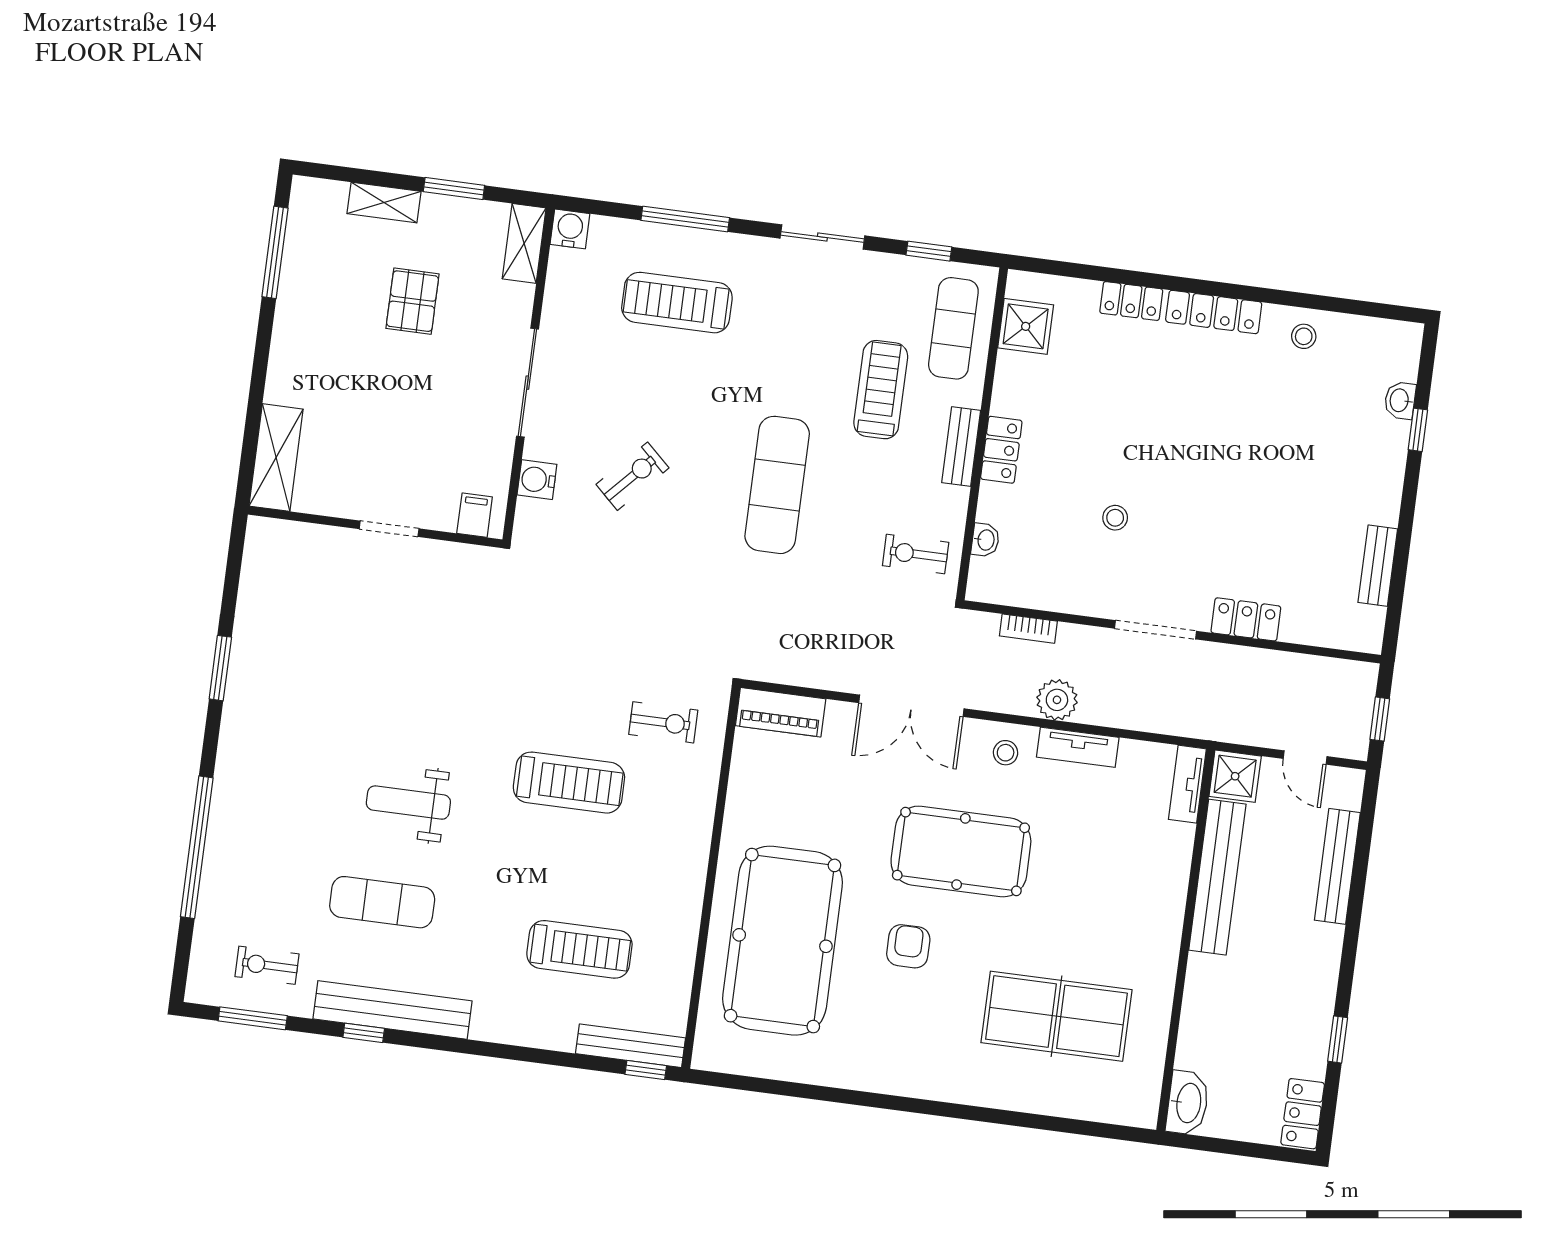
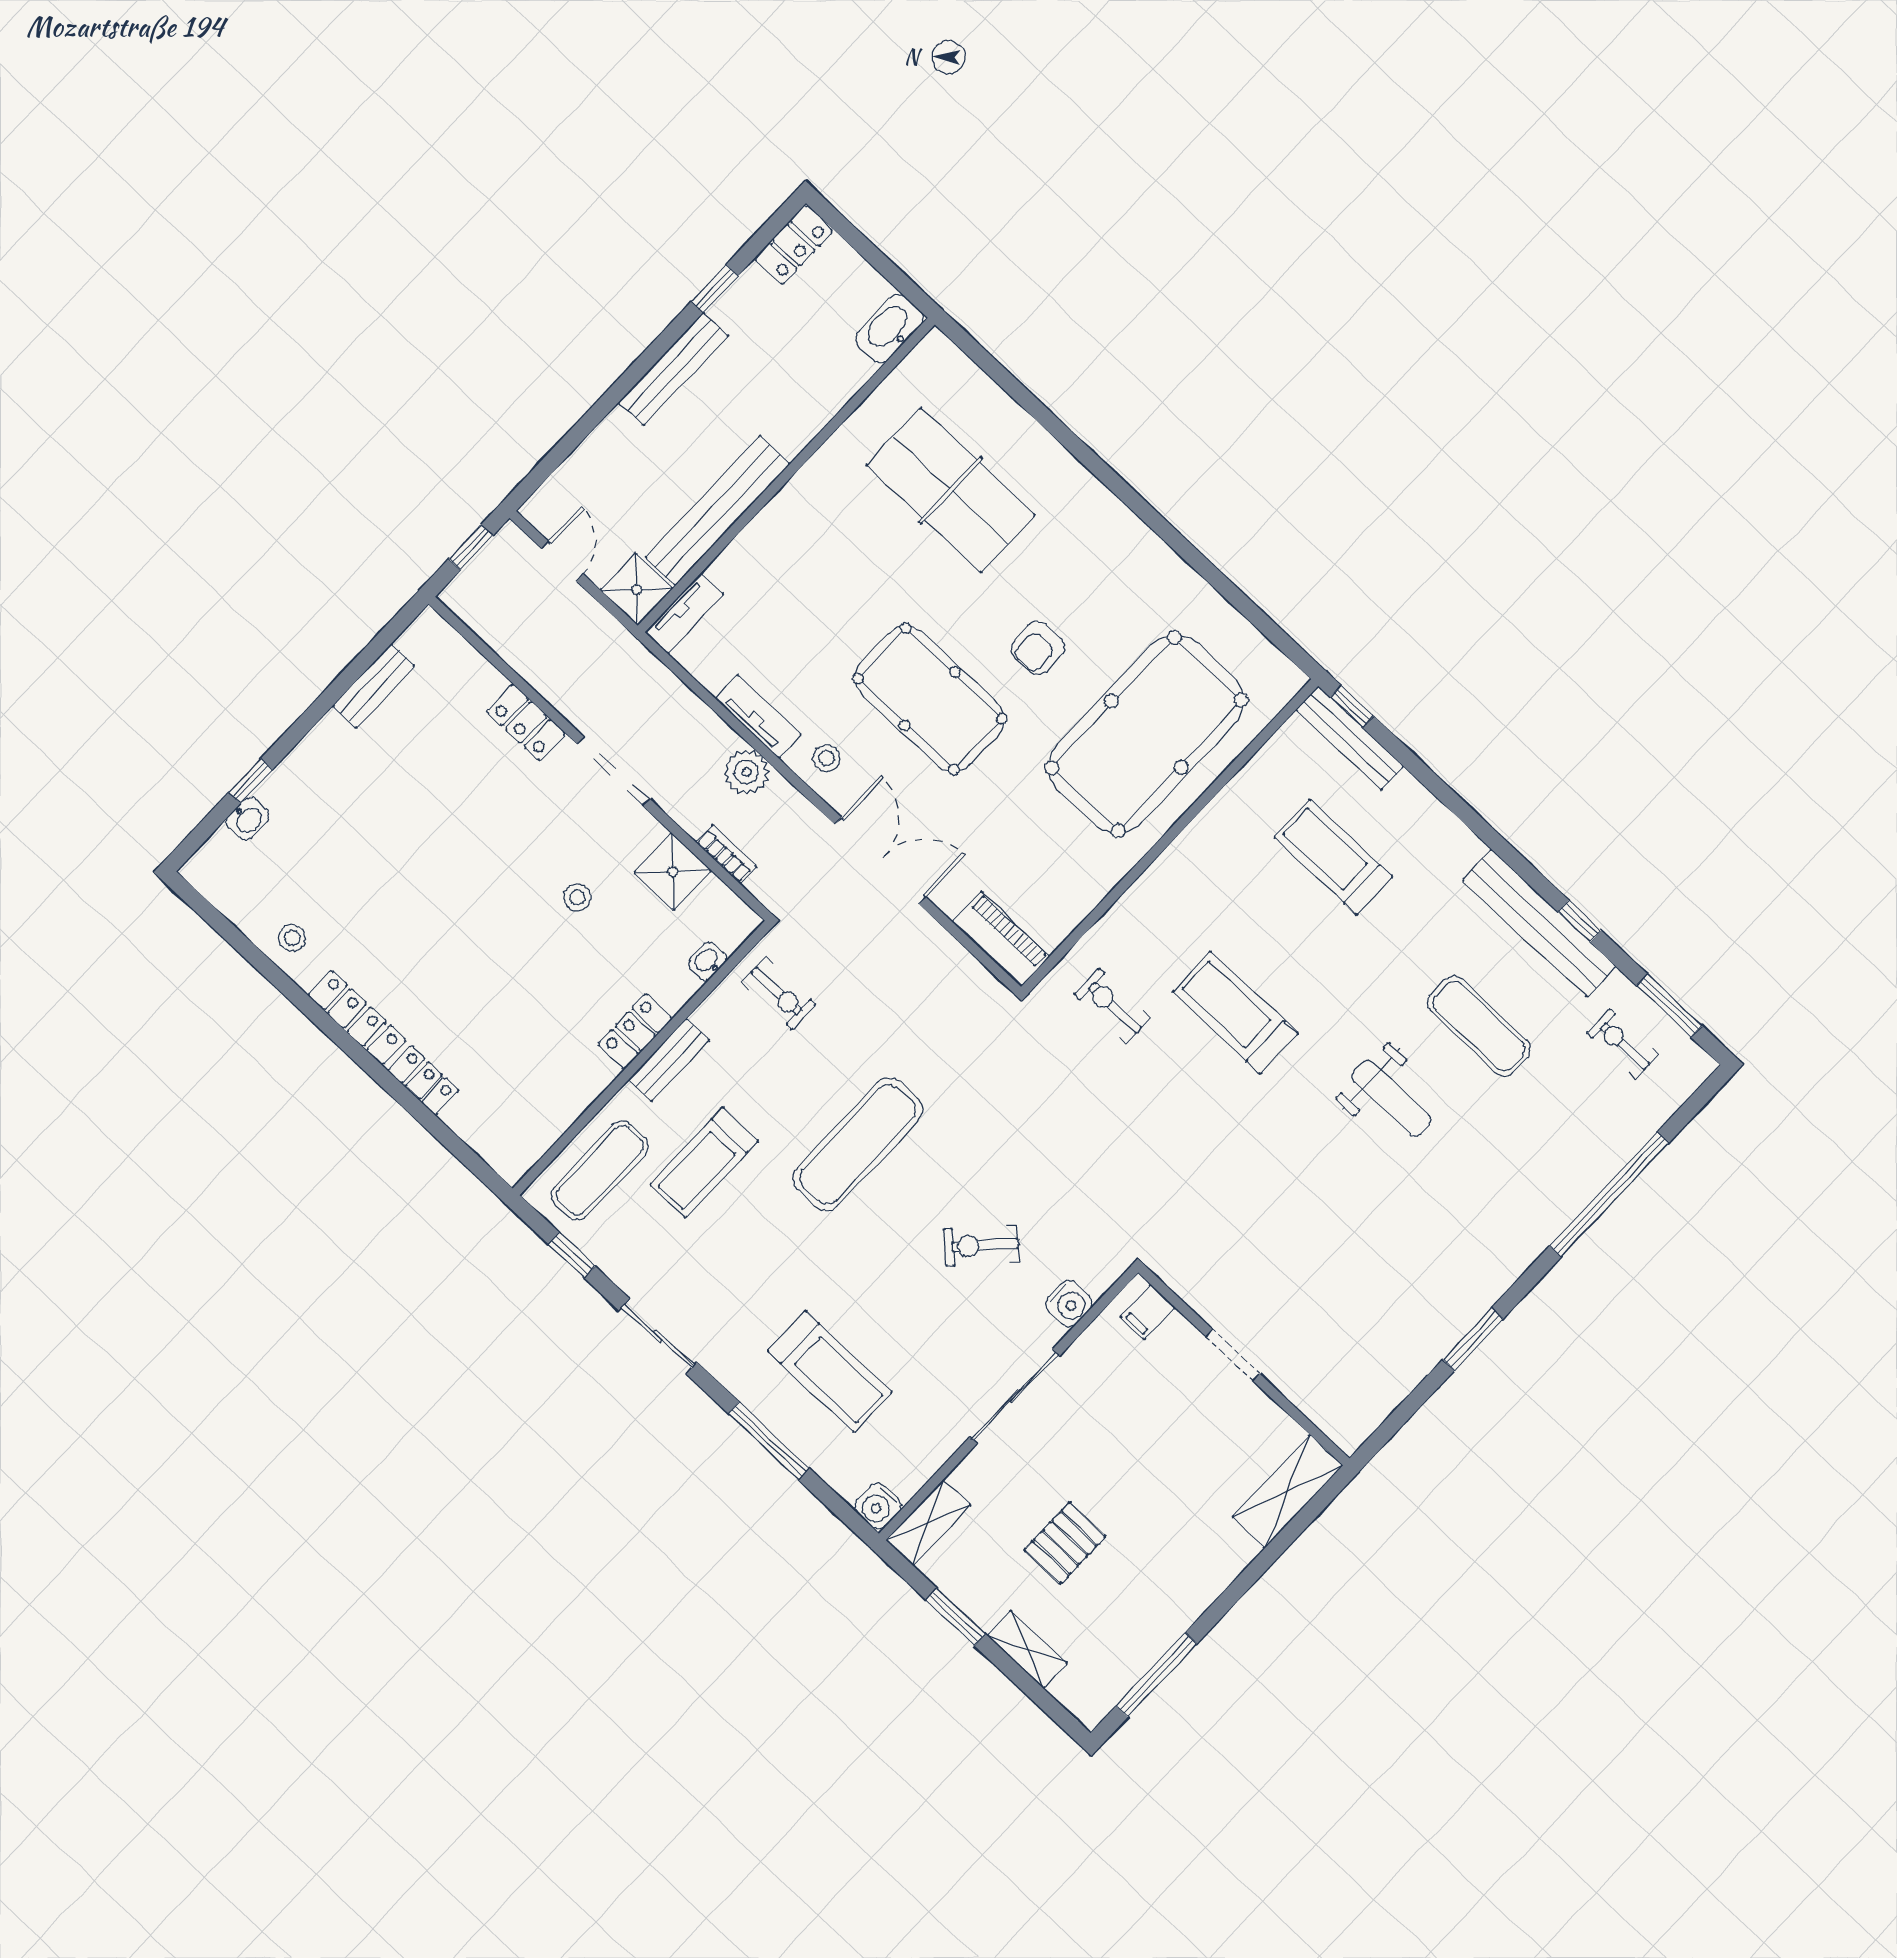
shower: (1026, 326) -> (673, 872), moved
bench: (1337, 866) -> (673, 369), moved
exercise bike: (267, 965) -> (1623, 1044), turned 180

